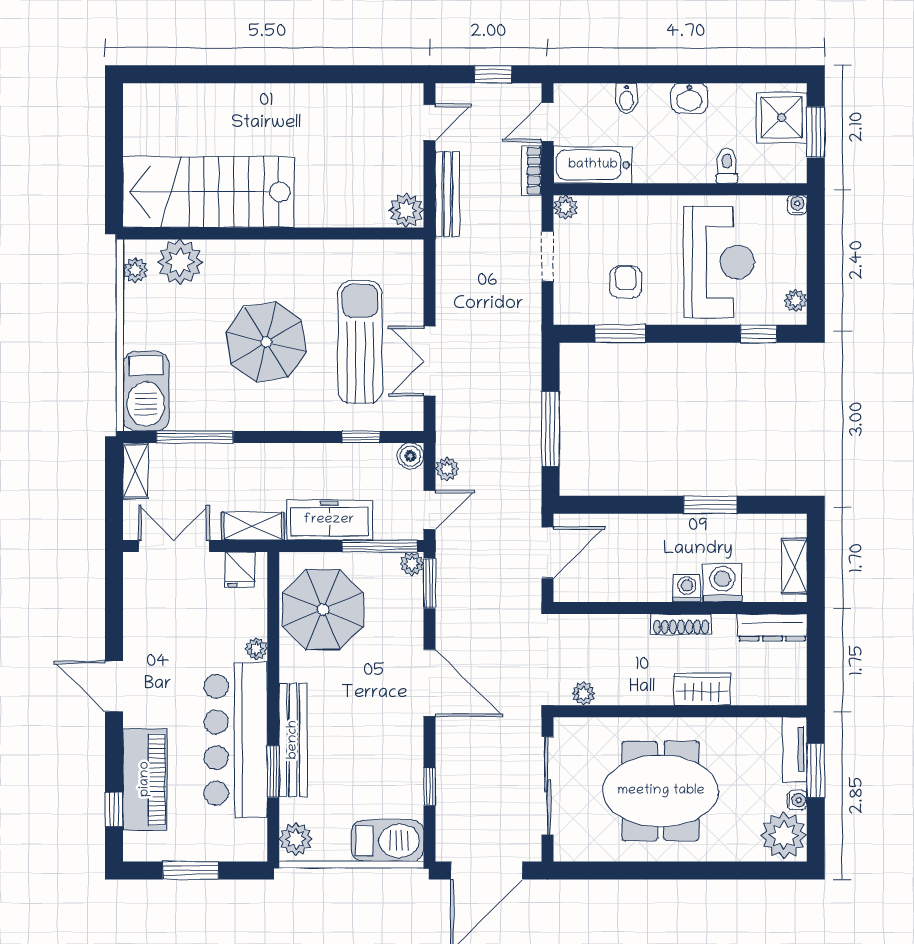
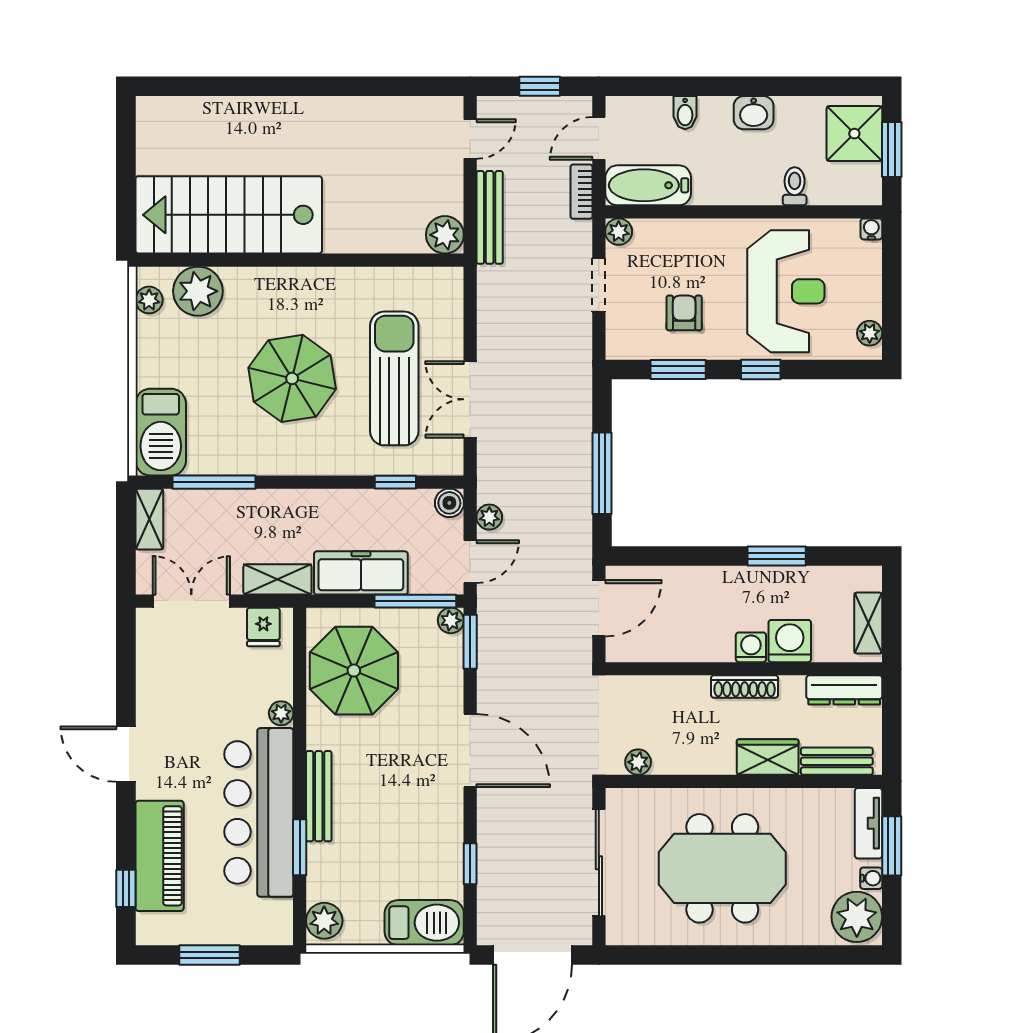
window: (759, 334) -> (761, 369), moved
bench: (766, 693) -> (837, 761), added
bench: (293, 740) -> (319, 796), width x0.73, depth x0.82

